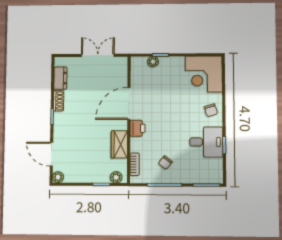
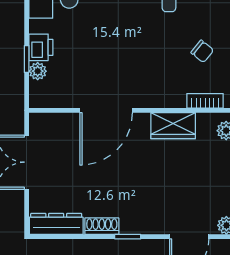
dresser: (60, 78) -> (56, 224), width x1.44
door: (129, 103) -> (106, 110), hinge flipped
printer: (138, 128) -> (41, 47), moved, turned 90

